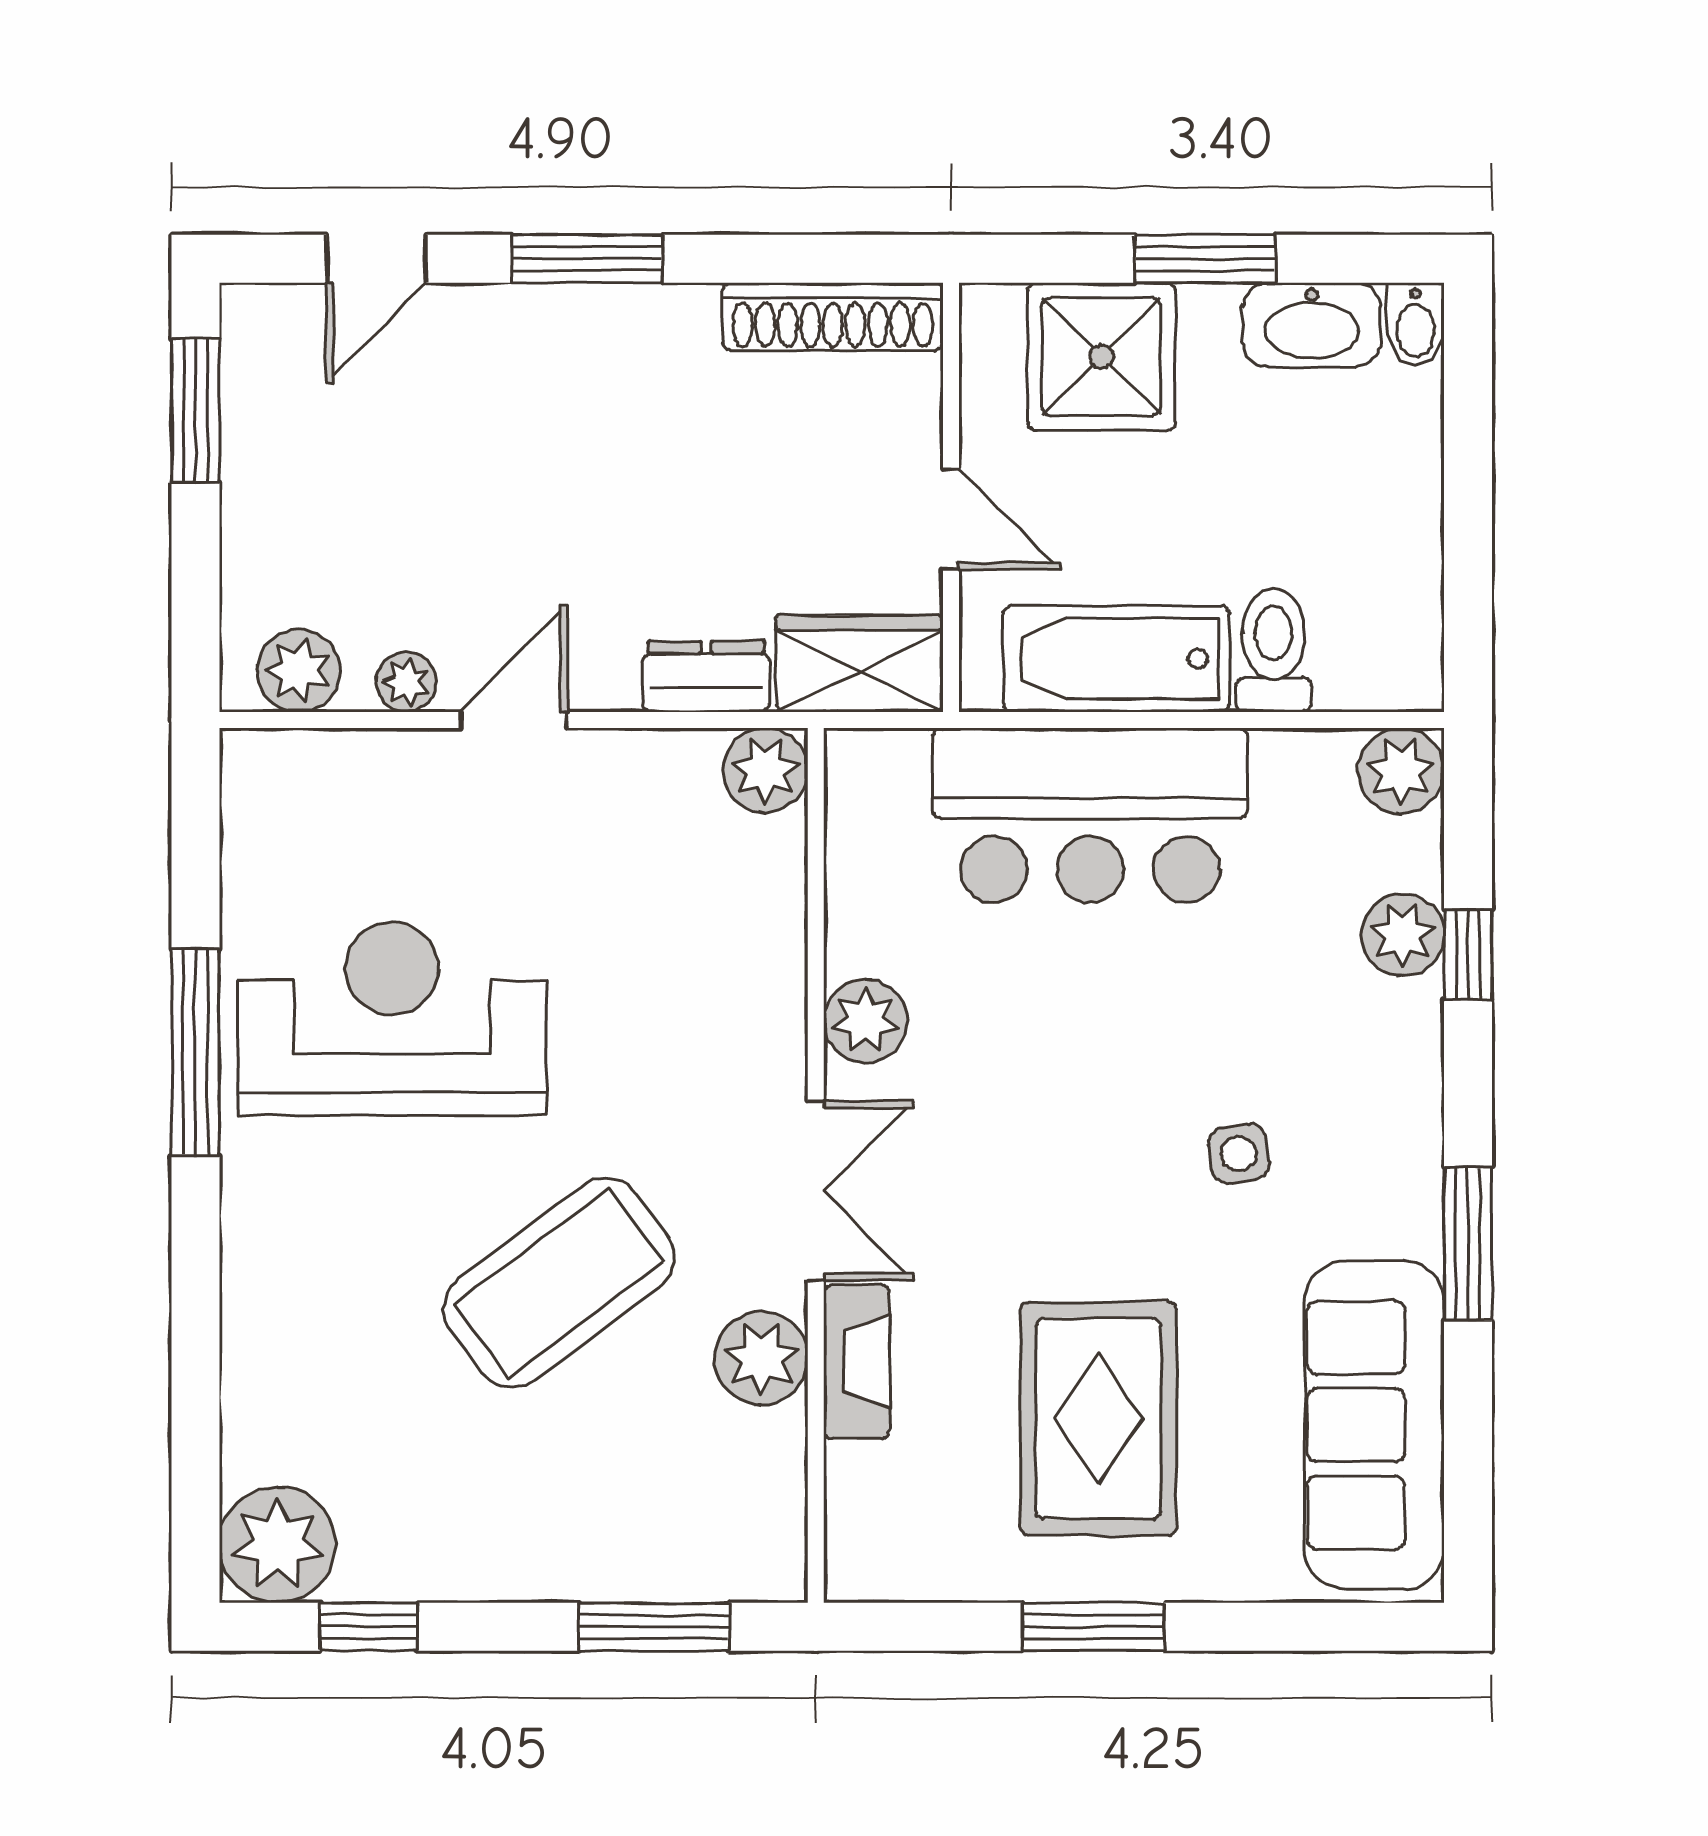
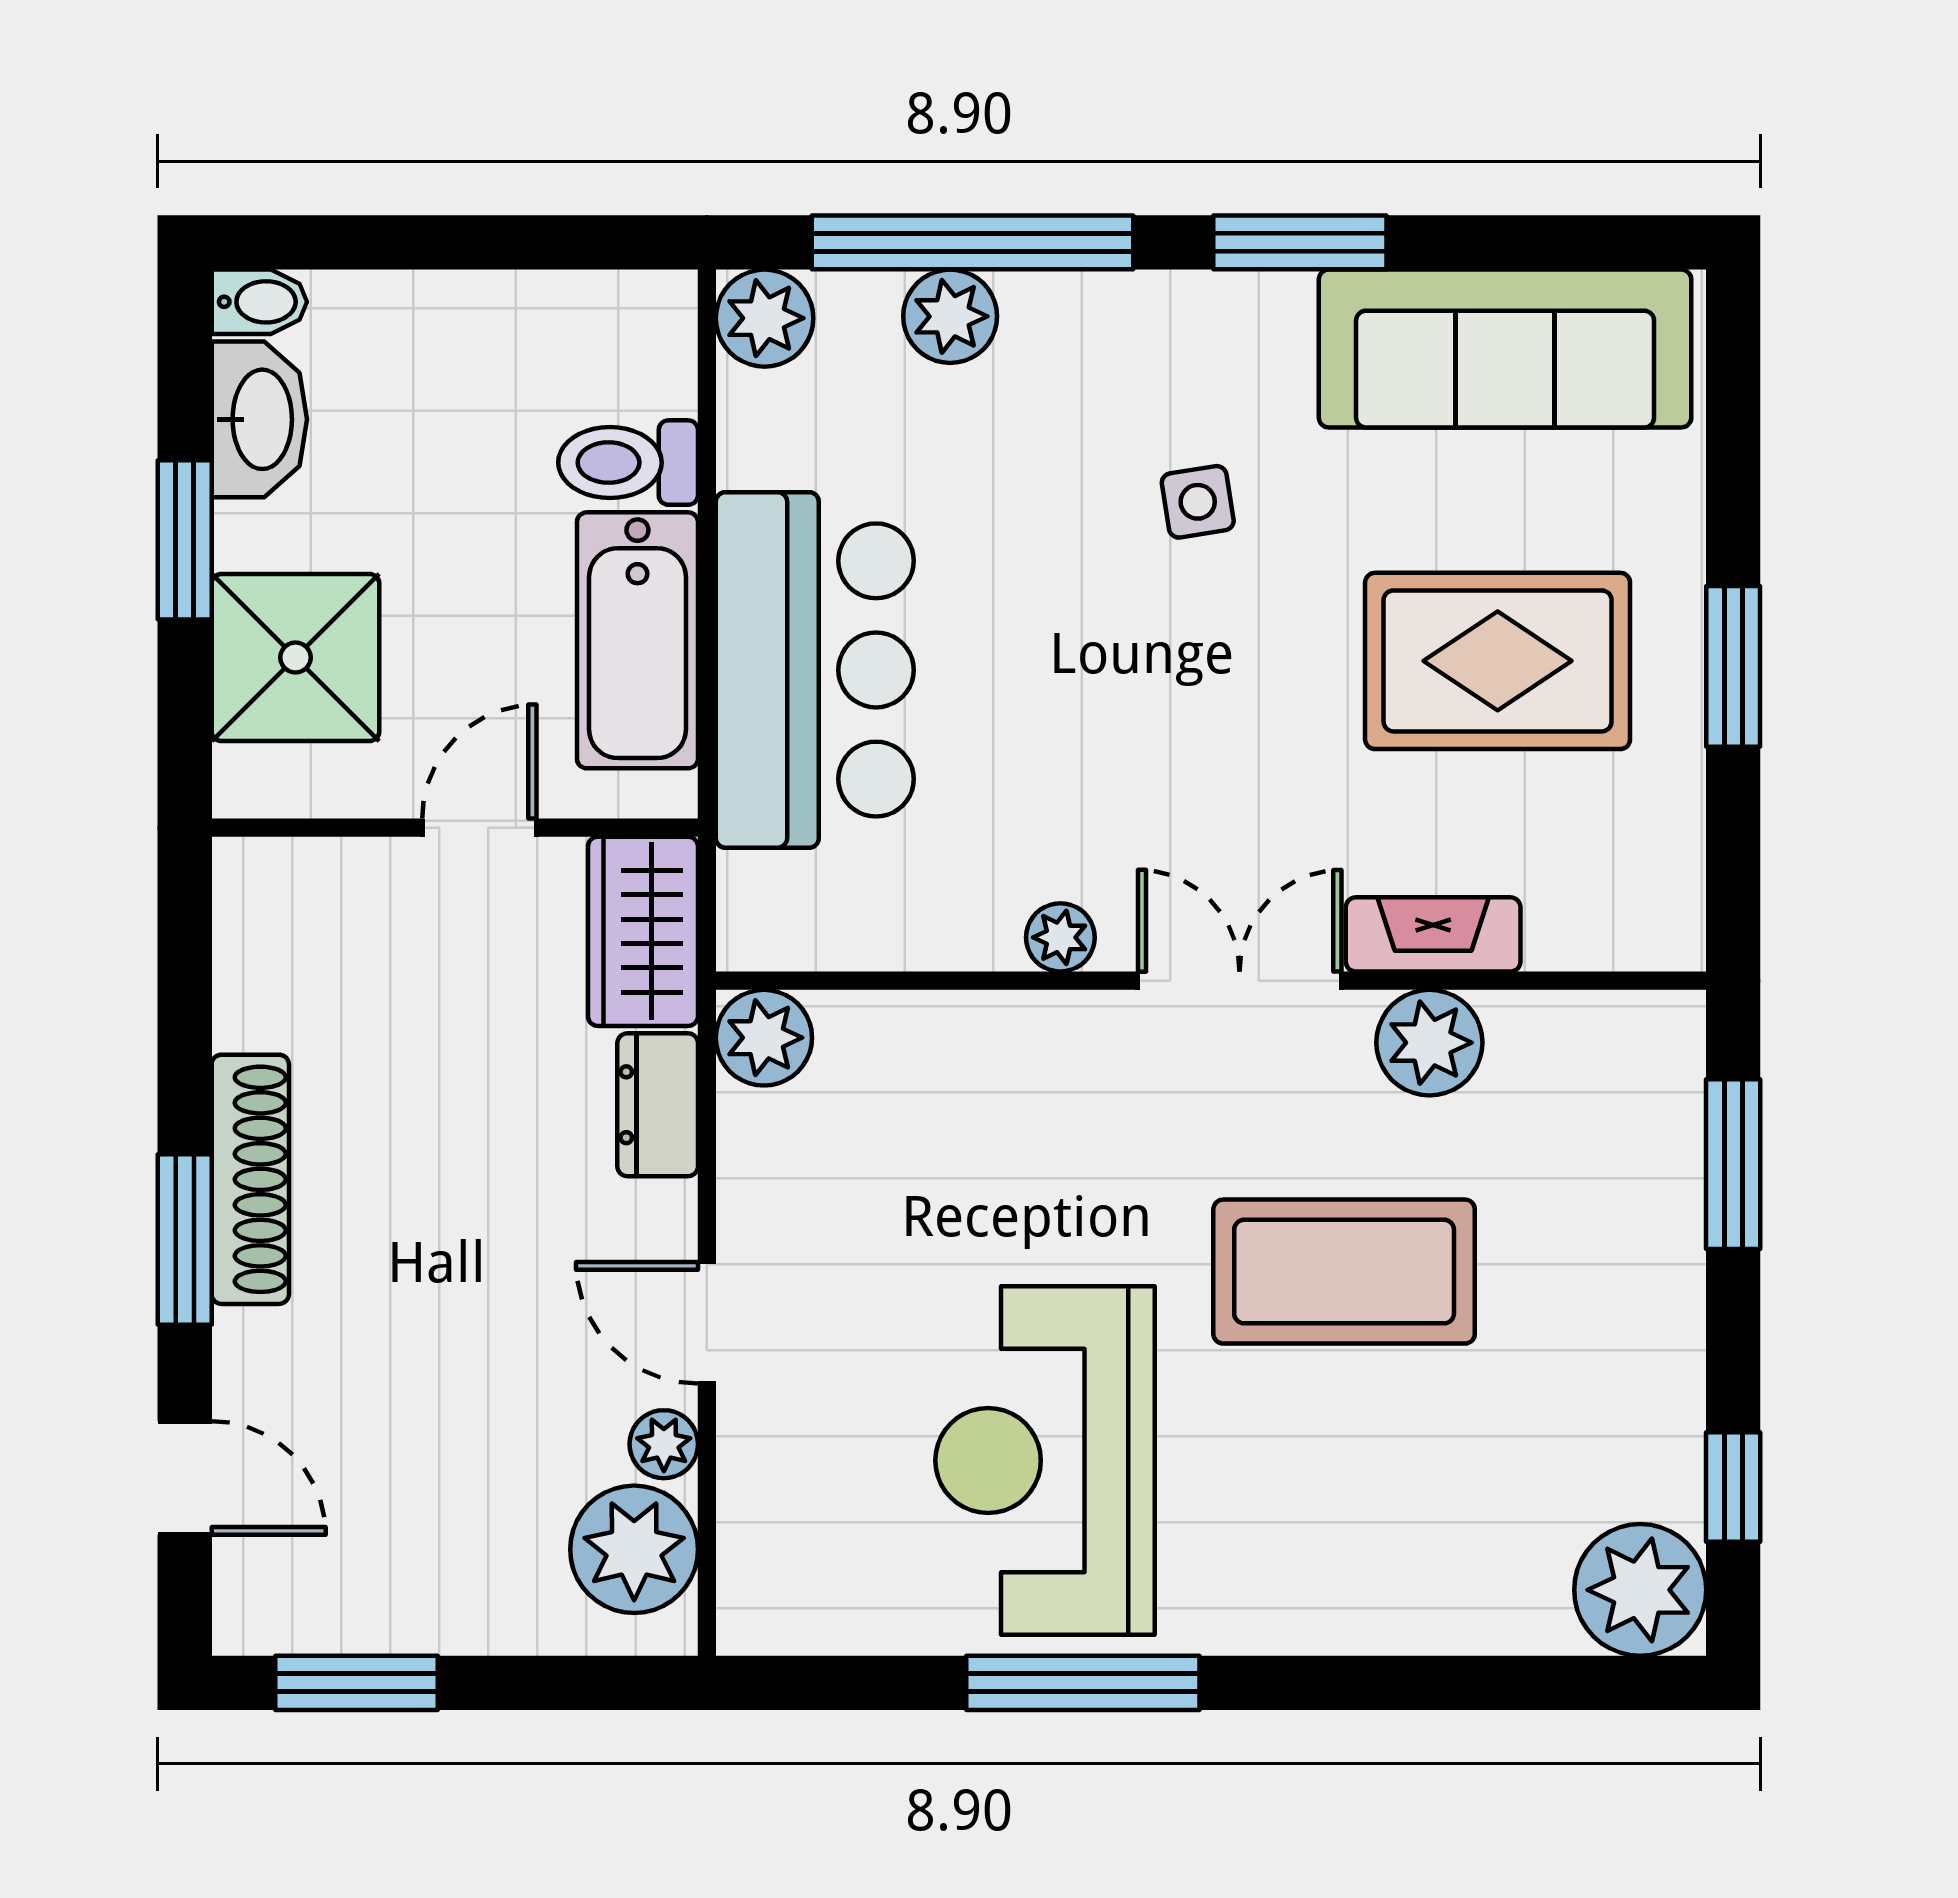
shoe rack: (833, 317) -> (250, 1179), moved
plant: (298, 671) -> (634, 1549), width x1.36, depth x1.36
window: (1468, 955) -> (972, 242), width x3.17
plant: (865, 1021) -> (1060, 937), width x0.73, depth x0.73
coffee table: (559, 1283) -> (1344, 1272), turned -53

